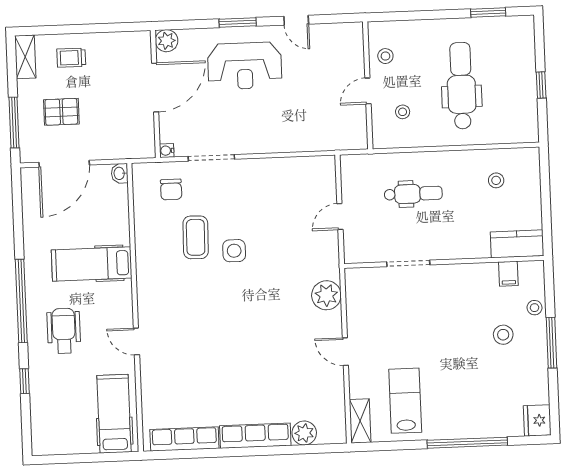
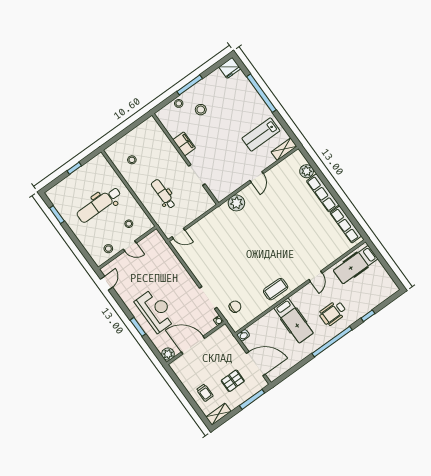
door: (296, 20) -> (106, 283), moved
pallet: (61, 112) -> (233, 381), turned 90
door: (340, 217) -> (178, 233), moved
coffee table: (196, 237) -> (276, 289), moved
kitchen counter: (517, 244) -> (155, 131), removed
side table: (234, 251) -> (244, 259), removed
filing cabinet: (508, 274) -> (184, 144), moved, width x2.00

